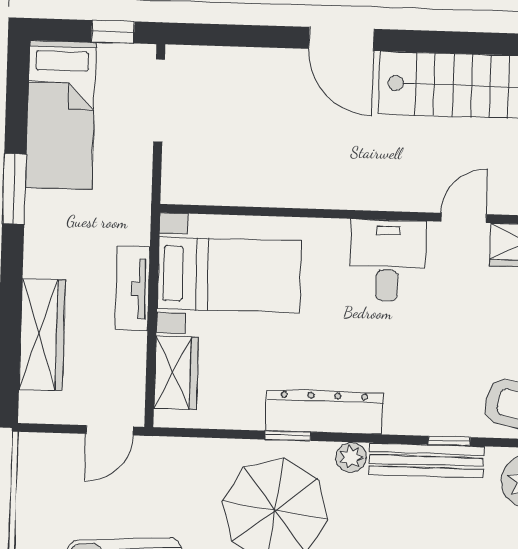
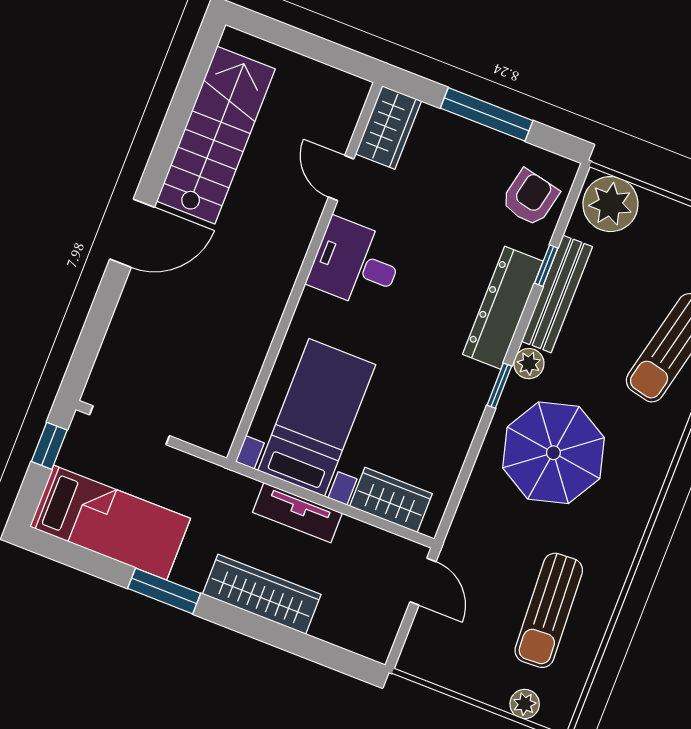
wardrobe: (42, 335) -> (262, 594), moved
dresser: (324, 412) -> (503, 308), moved
window: (288, 436) -> (499, 386), moved

